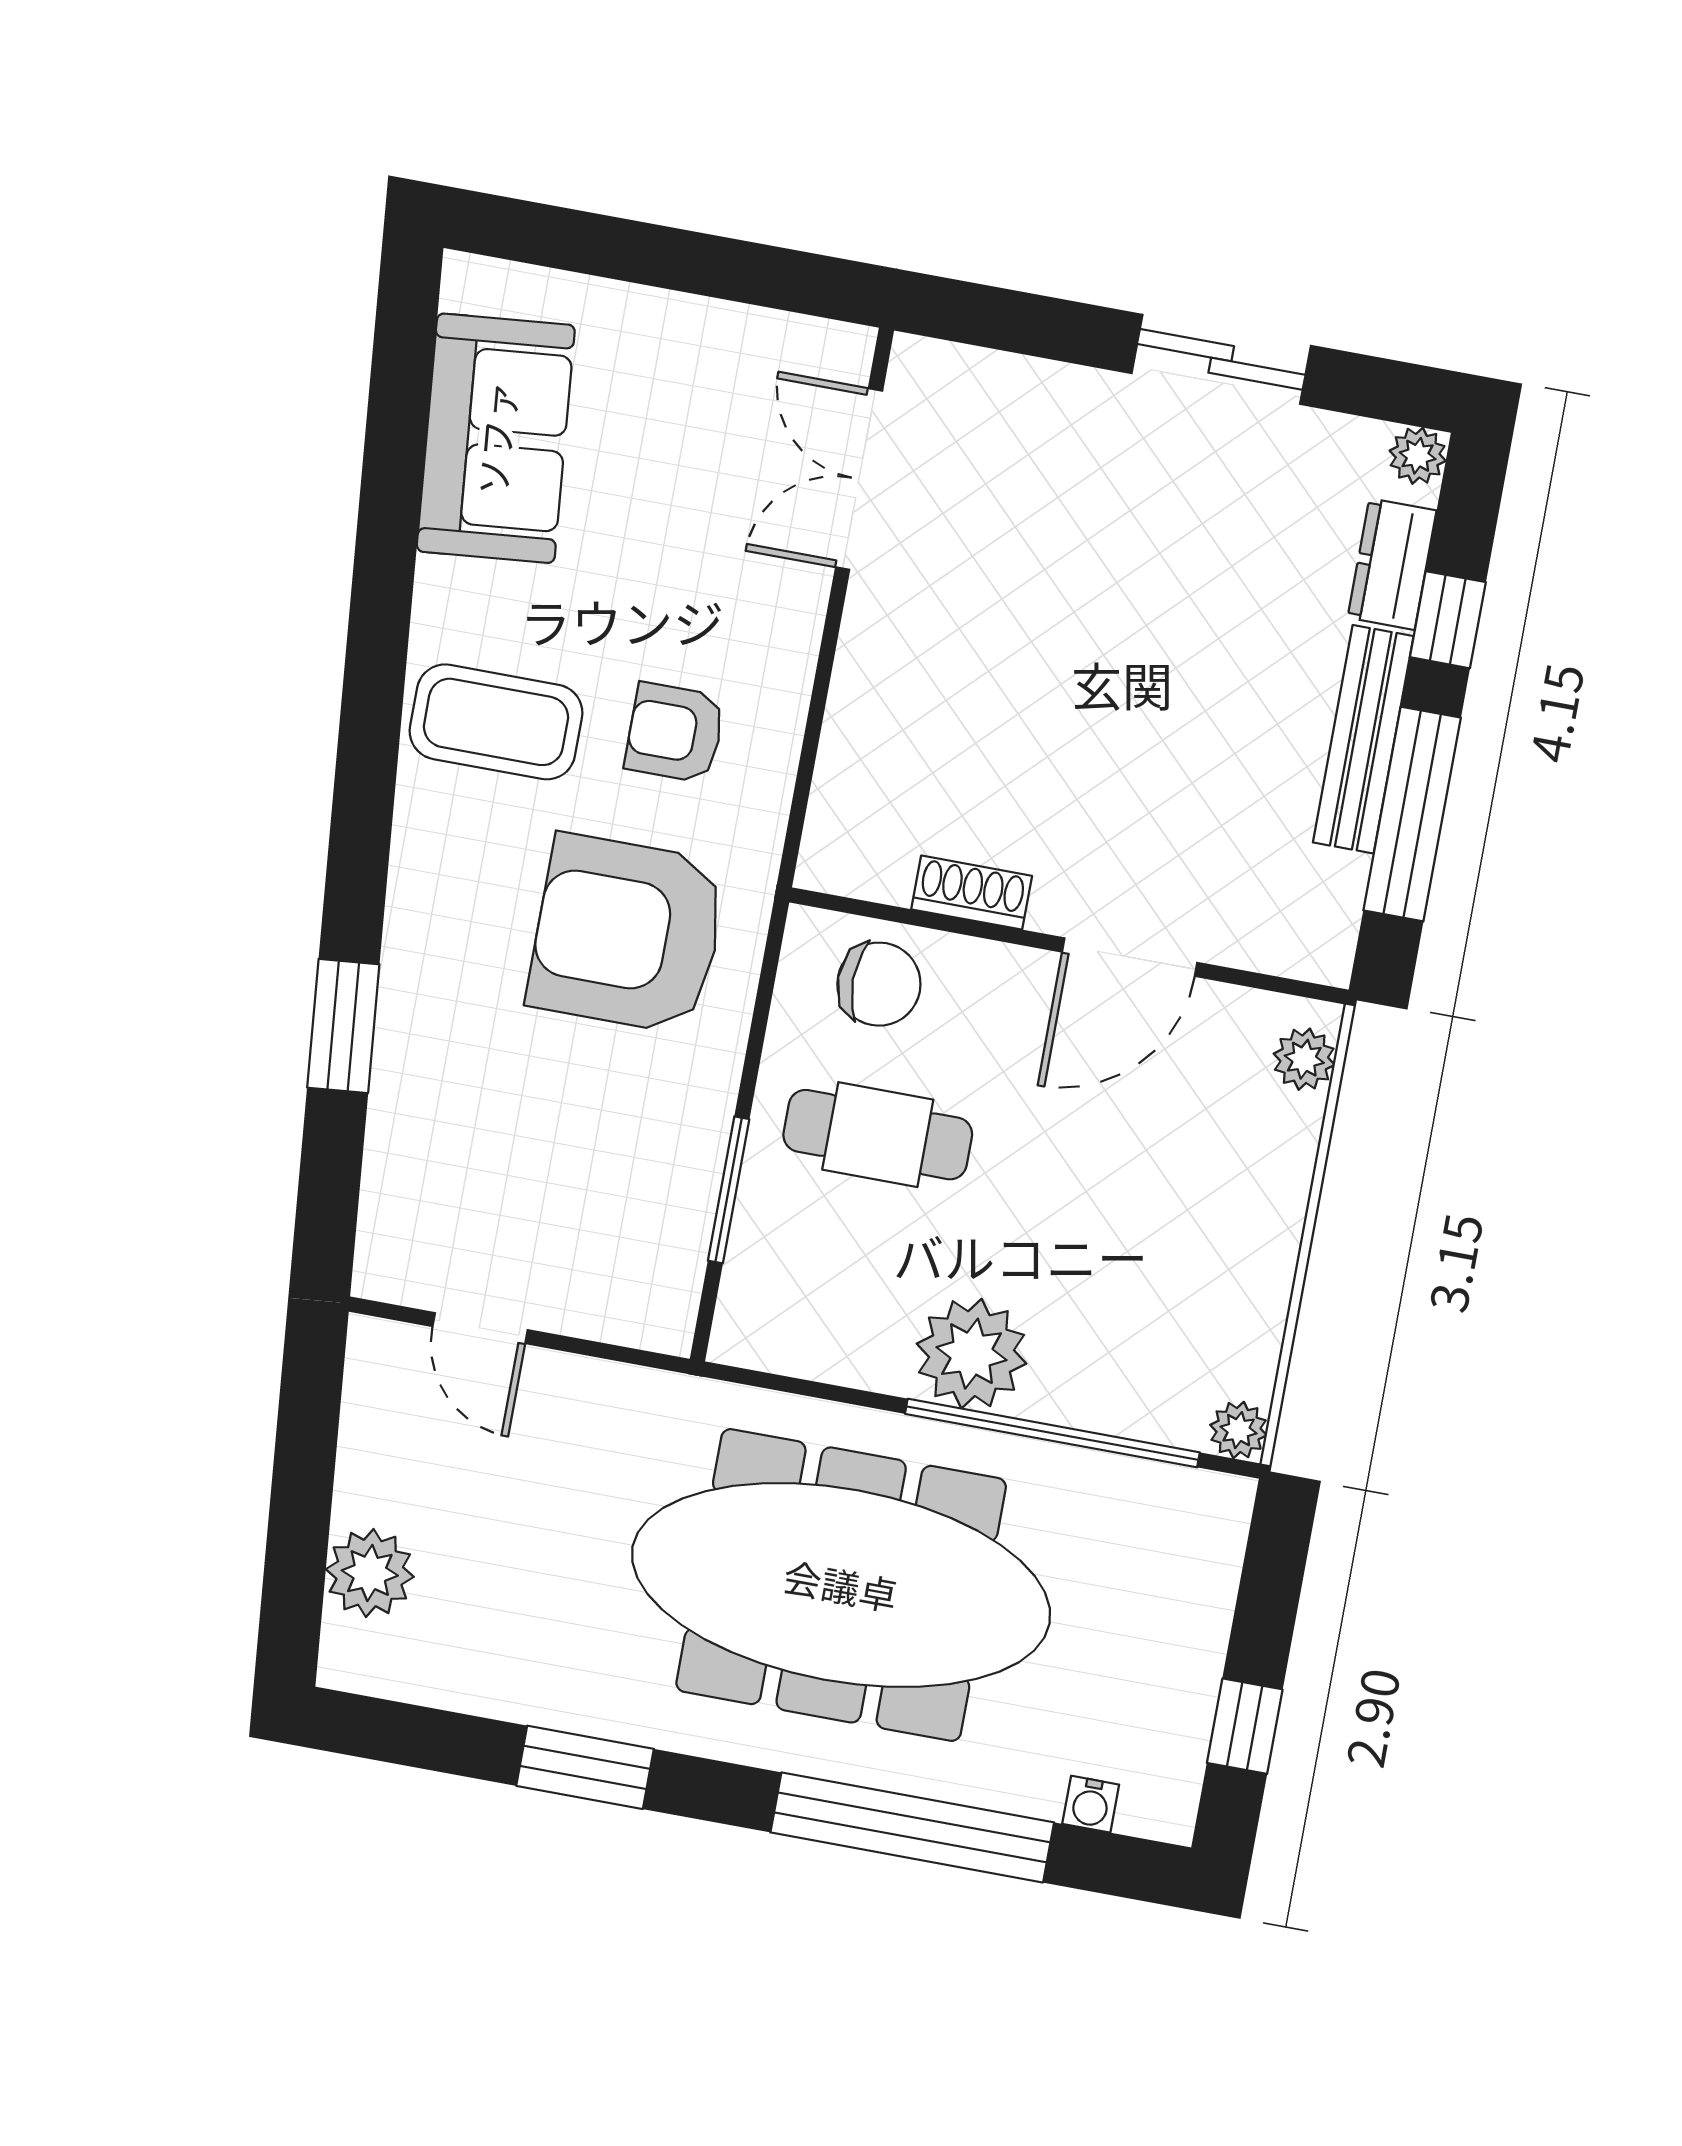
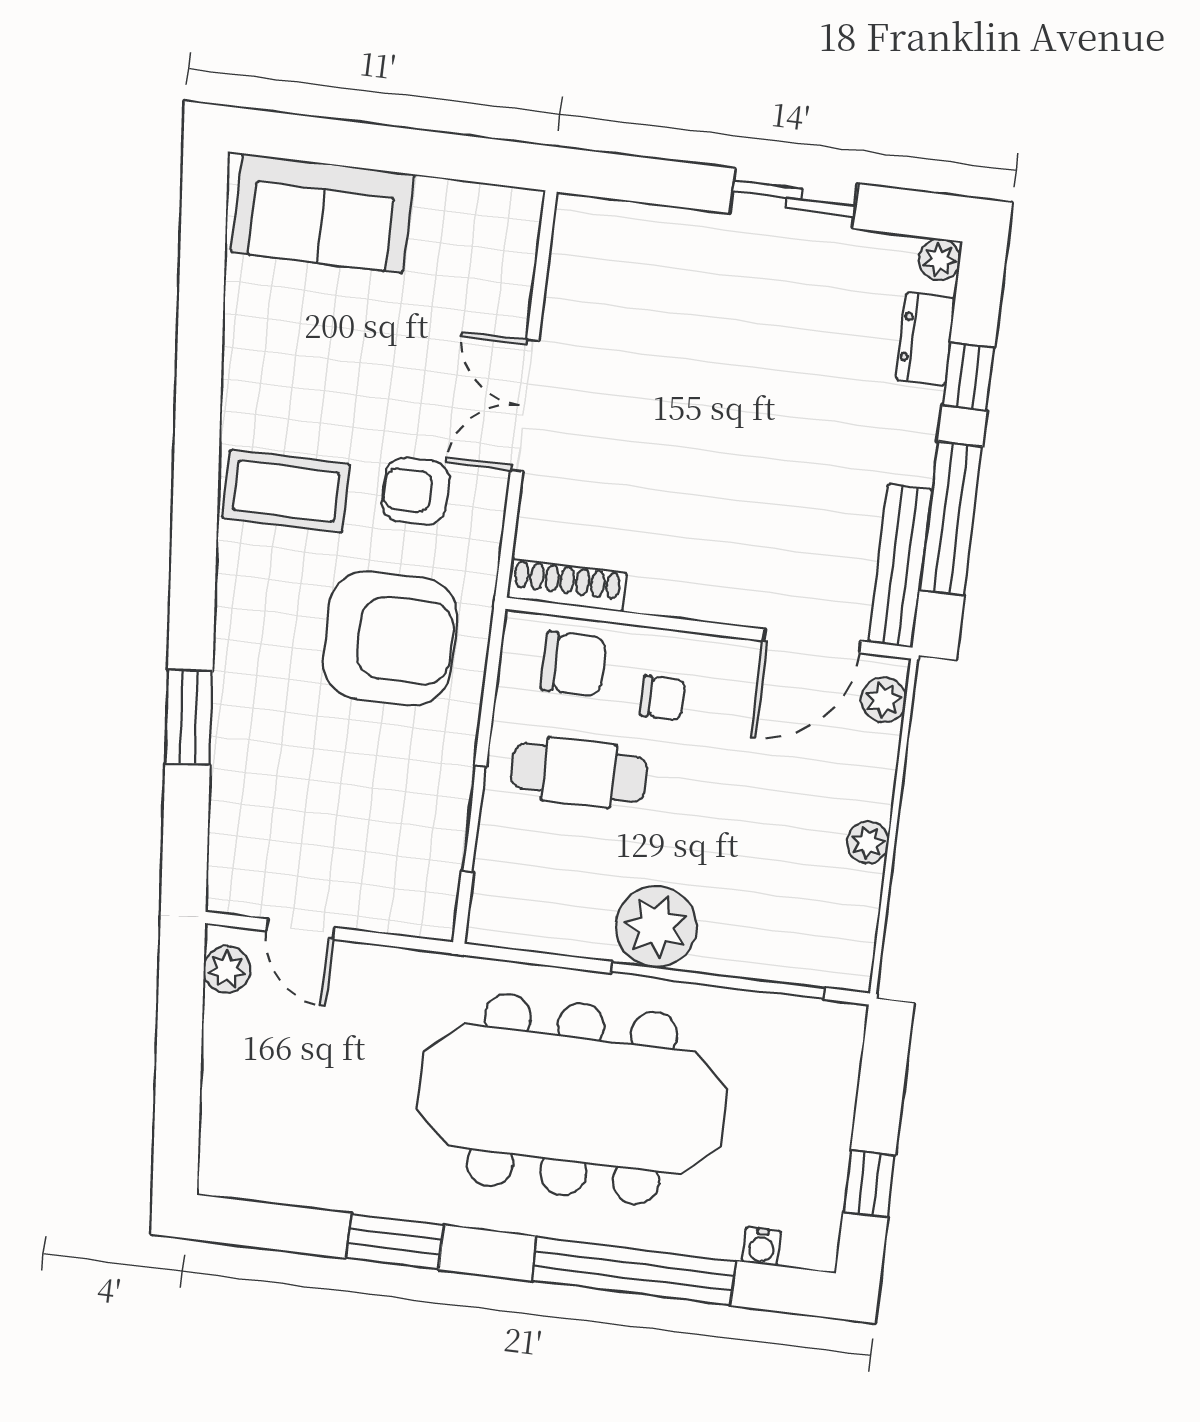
sofa: (496, 438) -> (322, 213), moved, turned 95
double door: (859, 479) -> (525, 406), moved
bench: (1363, 739) -> (900, 566), moved
shoe rack: (972, 893) -> (567, 585), moved, width x1.43
armchair: (627, 934) -> (390, 638), turned 180
door: (1130, 957) -> (812, 641), moved
chair: (999, 1038) -> (663, 698), added
plant: (1239, 1430) -> (868, 842), moved
plant: (370, 1573) -> (227, 969), moved, width x0.73, depth x0.73

